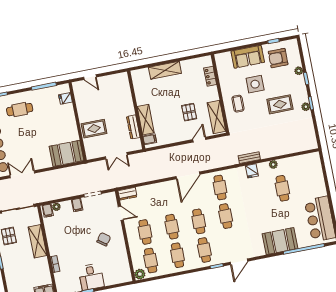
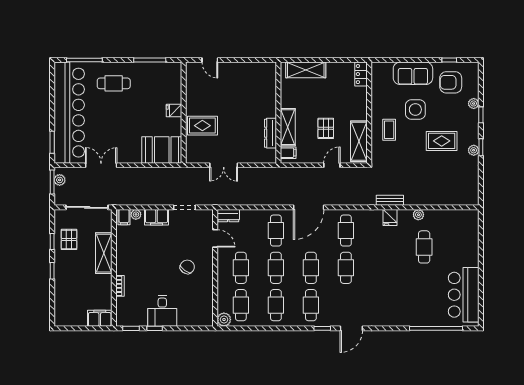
locker: (210, 76) -> (361, 74), moved
fridge: (65, 98) -> (174, 111), moved
wall: (136, 110) -> (278, 113), moved
shelving: (146, 120) -> (288, 127), moved
dresser: (133, 127) -> (270, 133), moved
filing cabinet: (150, 139) -> (288, 153), moved
cafe table: (166, 198) -> (276, 231), added
filing cabinet: (77, 205) -> (156, 217), width x2.00
booth: (280, 241) -> (408, 313), removed

